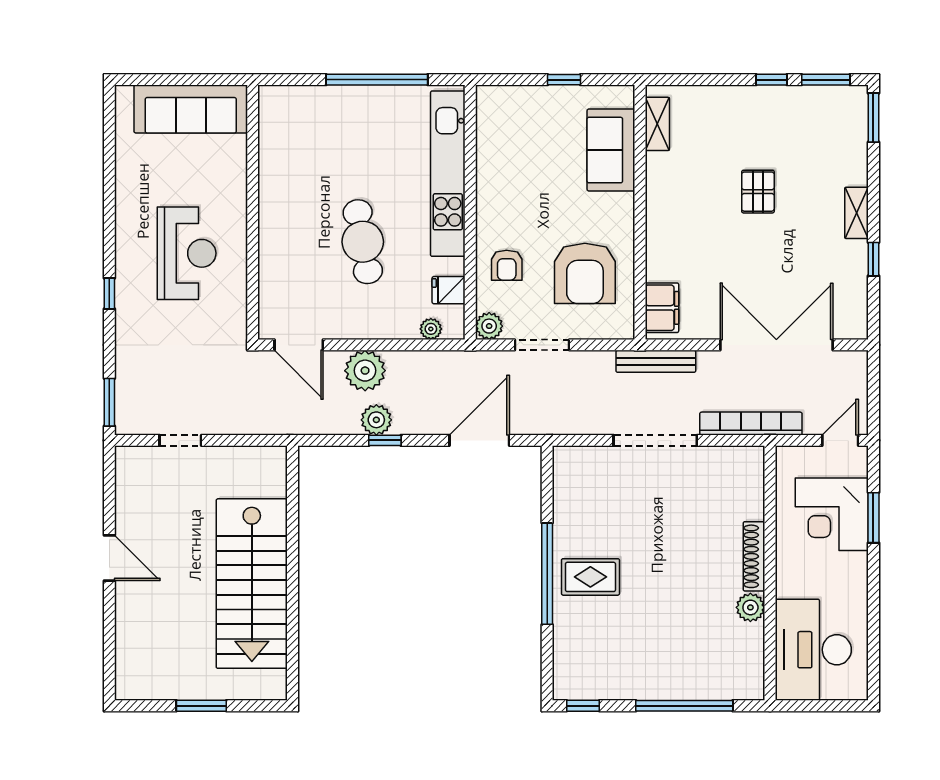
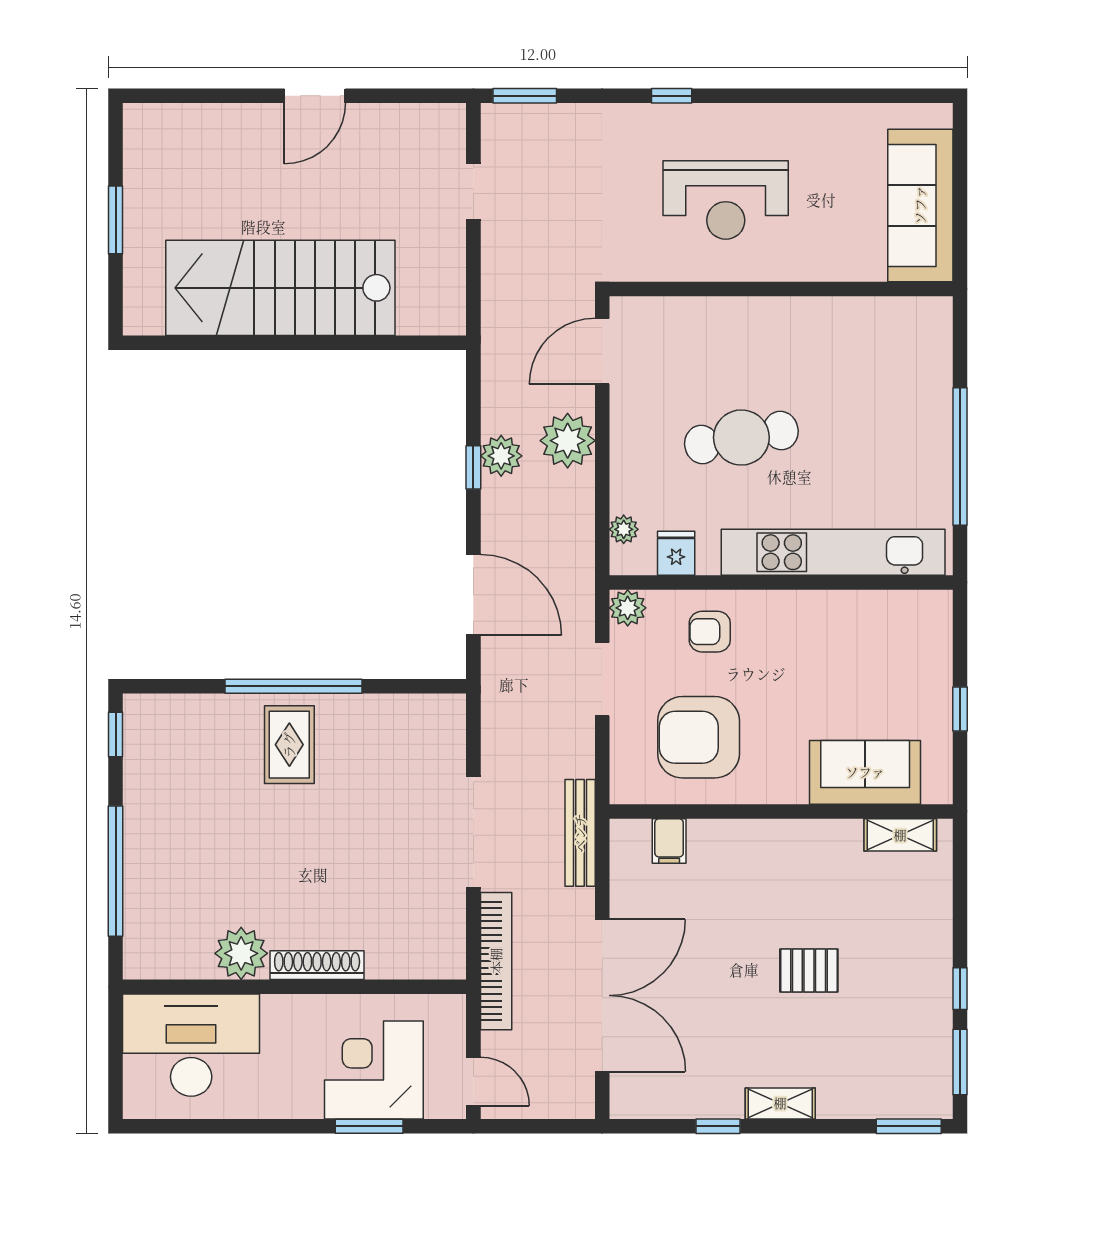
filing cabinet: (662, 308) -> (669, 841), width x0.50
plant: (750, 607) -> (241, 953), width x1.36, depth x1.36

